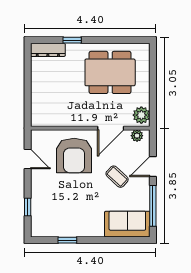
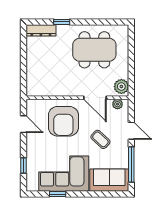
door: (111, 128) -> (95, 98), hinge flipped
door: (153, 167) -> (131, 131), swing flipped
corner sofa: (74, 217) -> (64, 174), added

